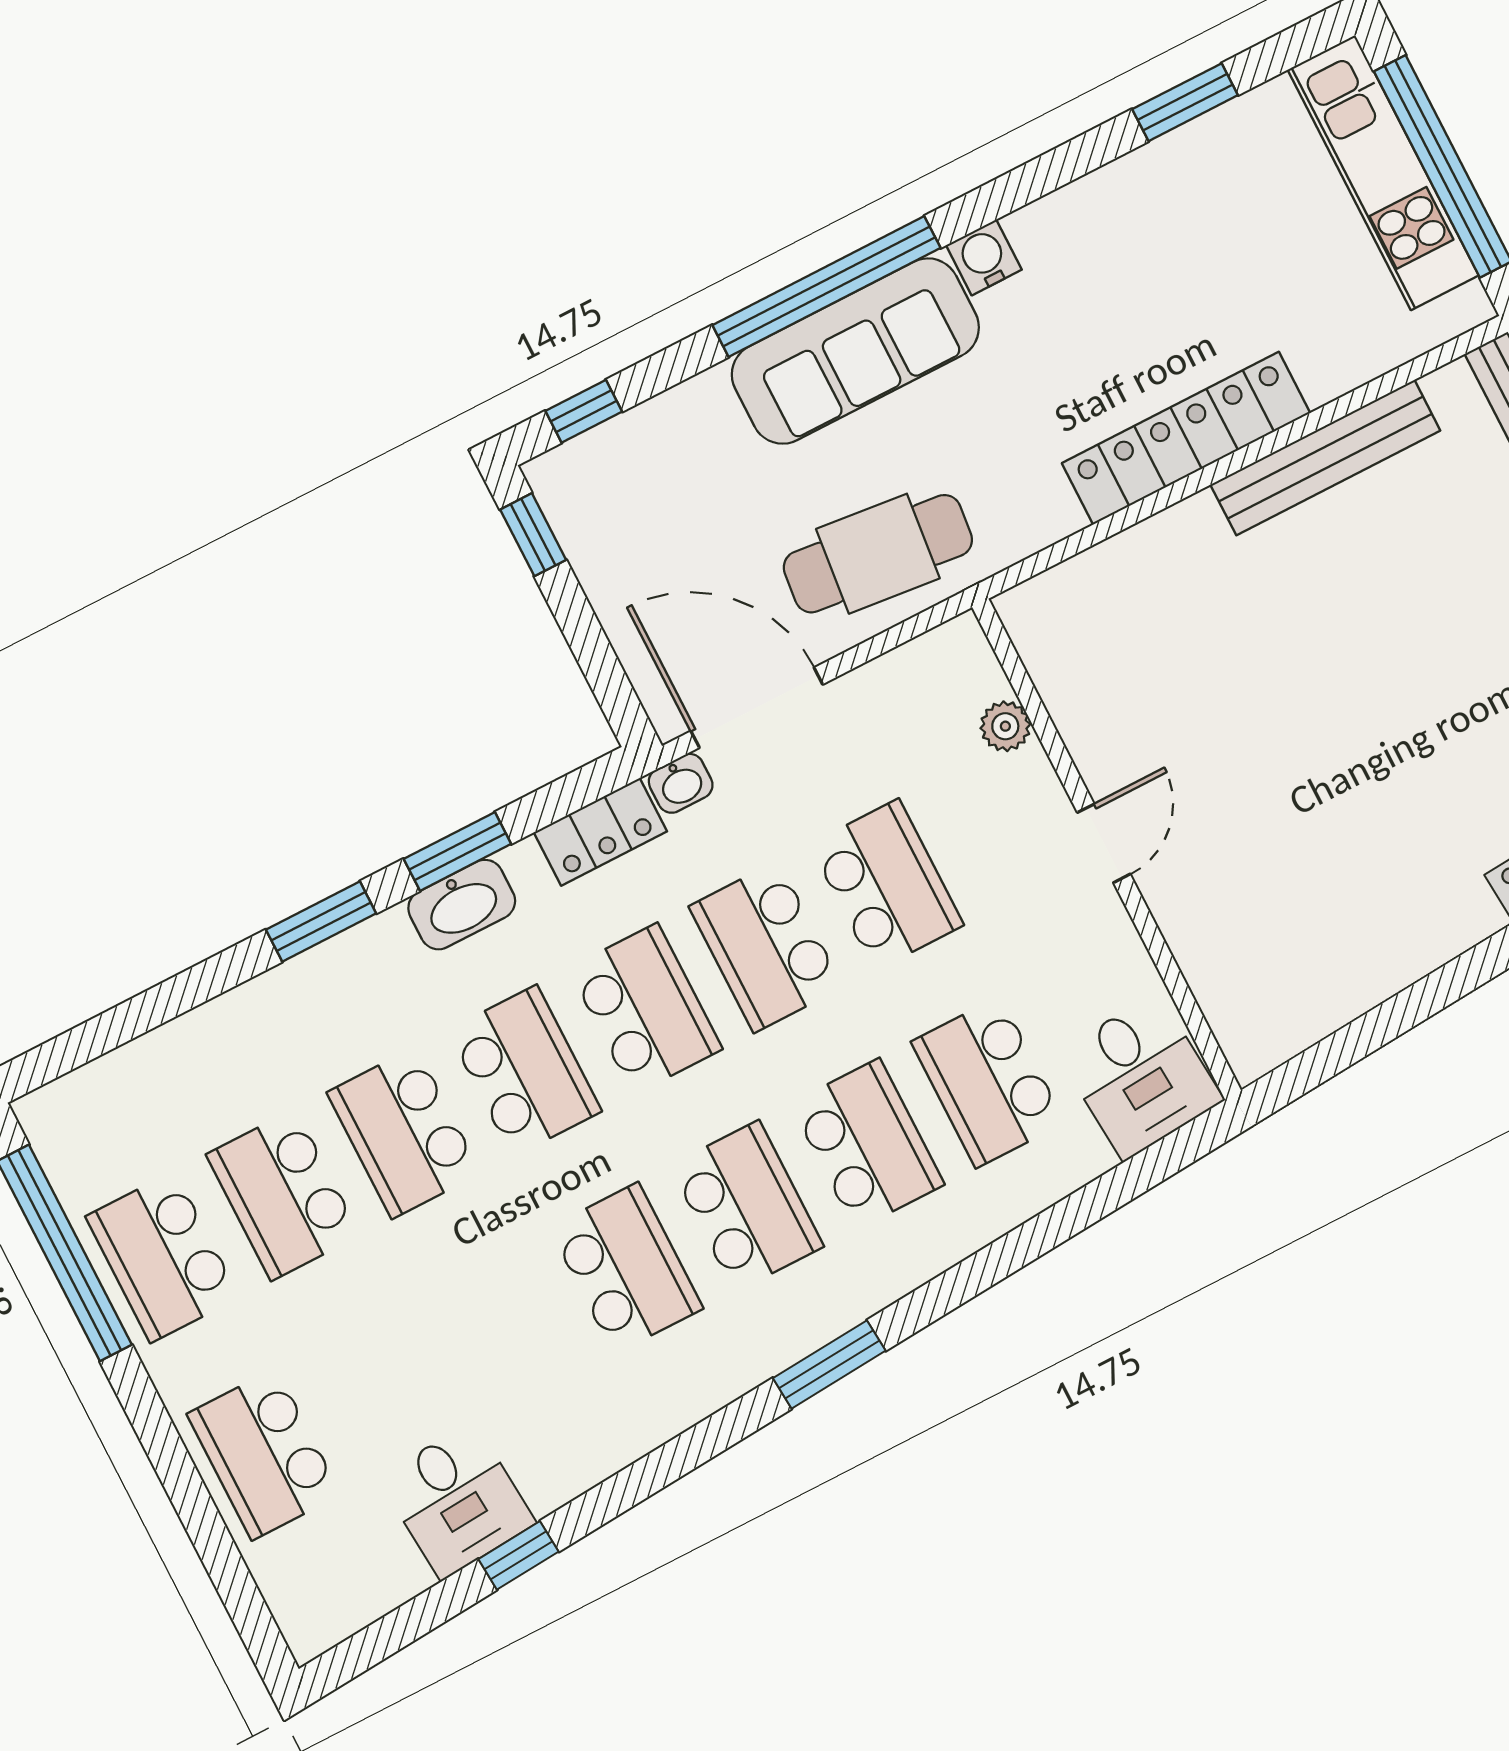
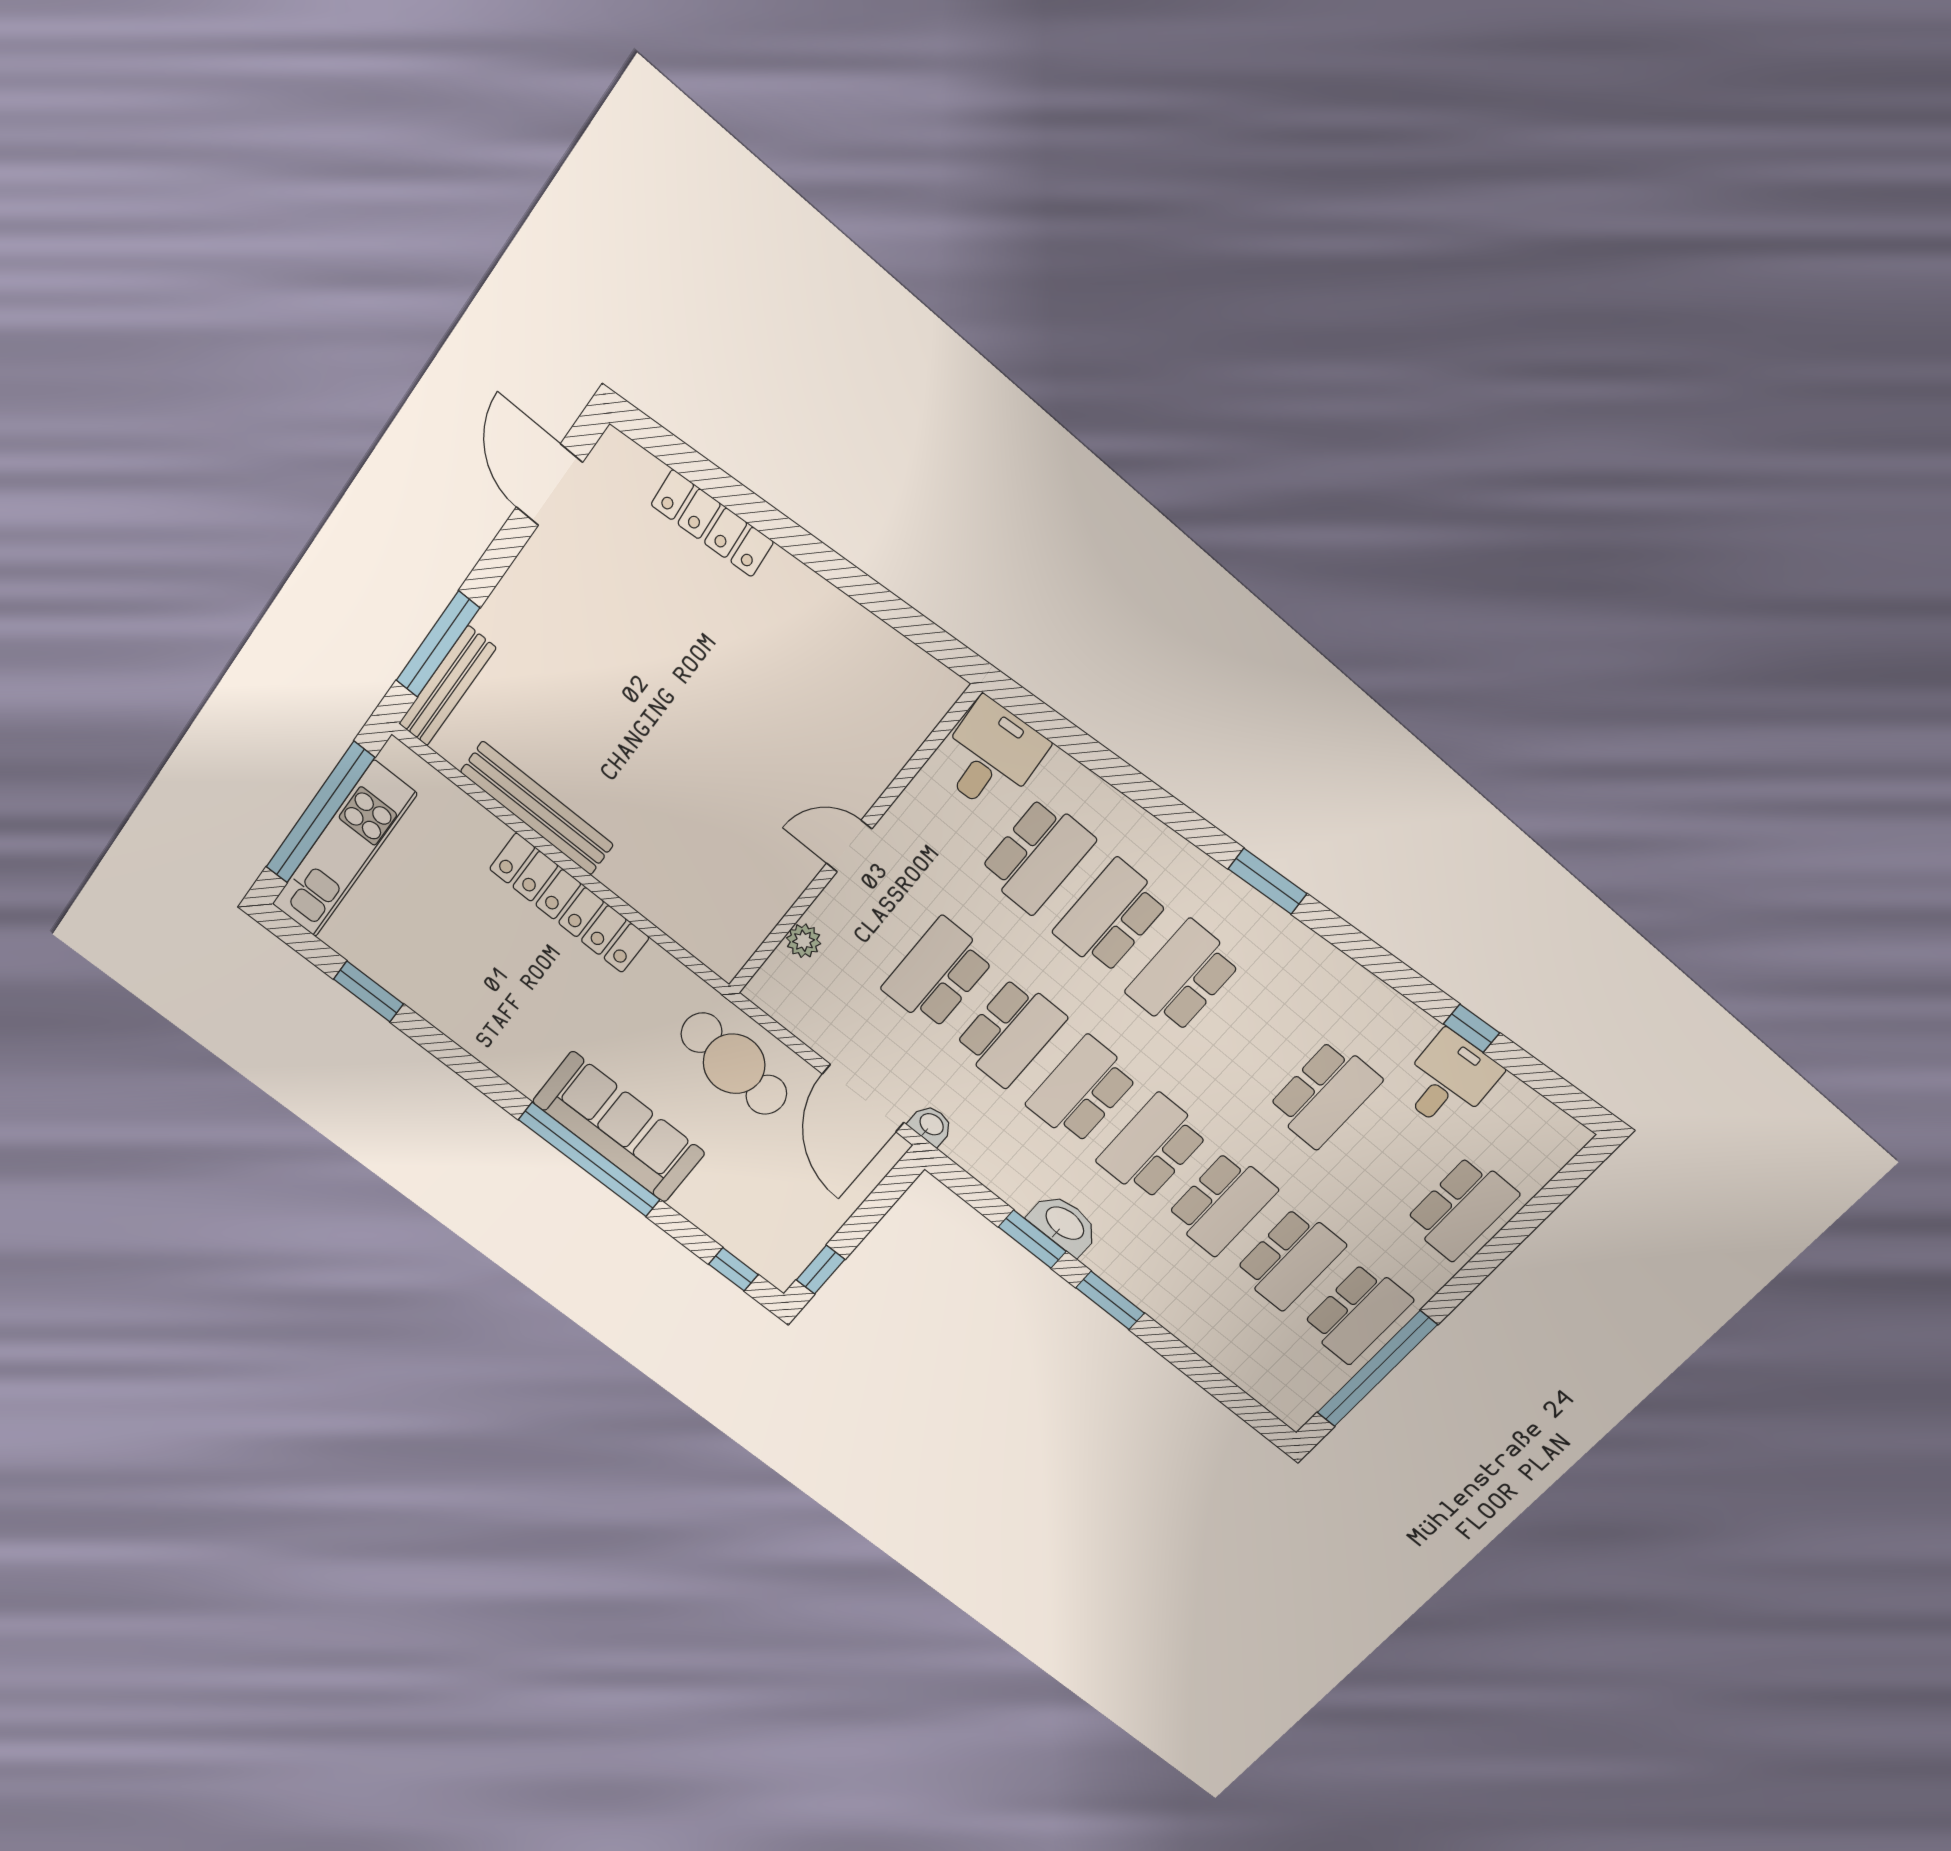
water cooler: (984, 257) -> (524, 1074), removed
locker: (600, 832) -> (983, 1161), removed
school desk: (626, 1268) -> (1325, 1094), moved, turned 180

